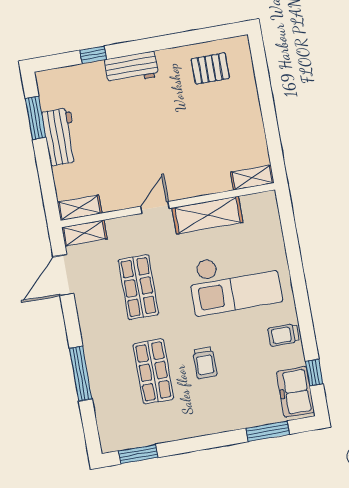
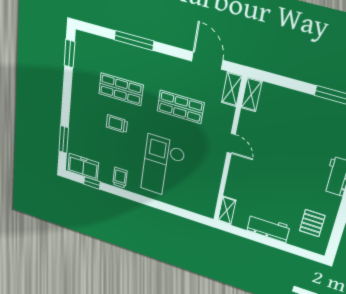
workbench: (60, 137) -> (268, 228), moved, turned 180
shelving: (207, 215) -> (213, 173), removed

